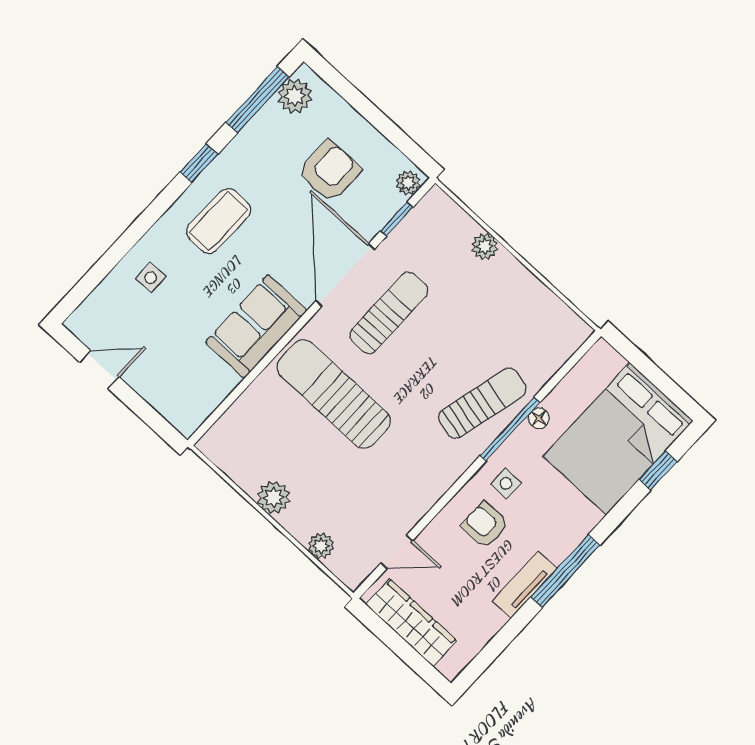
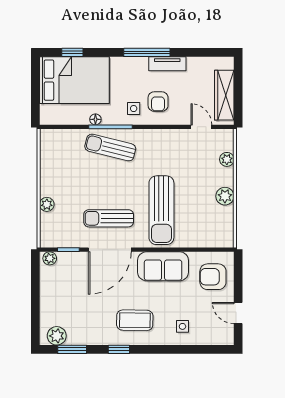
window: (257, 100) -> (72, 349), width x0.69
armchair: (329, 171) -> (213, 277), moved

